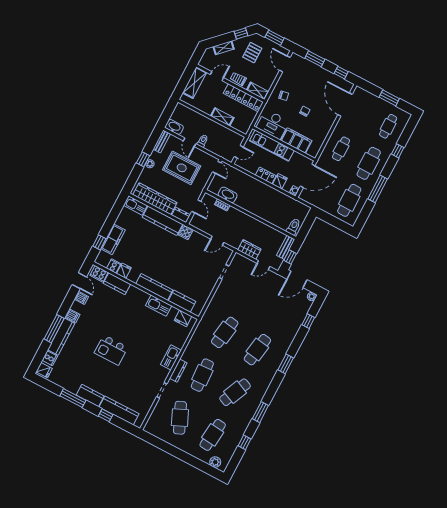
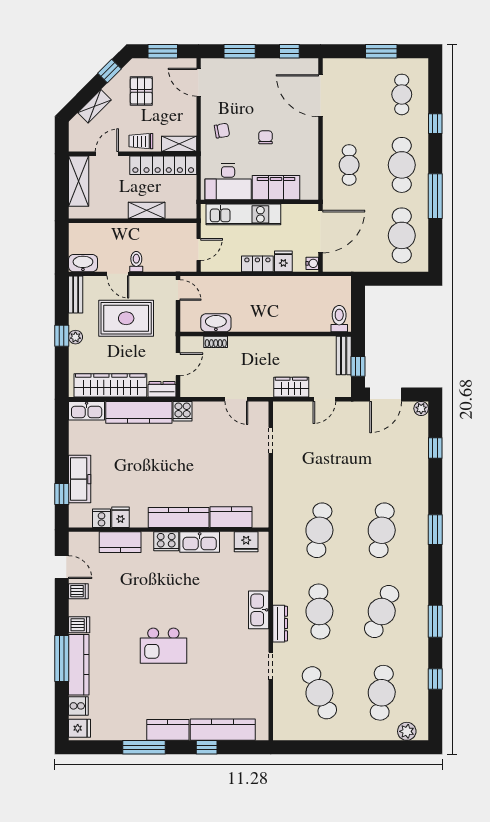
door: (196, 206) -> (178, 364), hinge flipped
door: (217, 241) -> (236, 399), hinge flipped
cooker: (99, 274) -> (166, 541), moved

